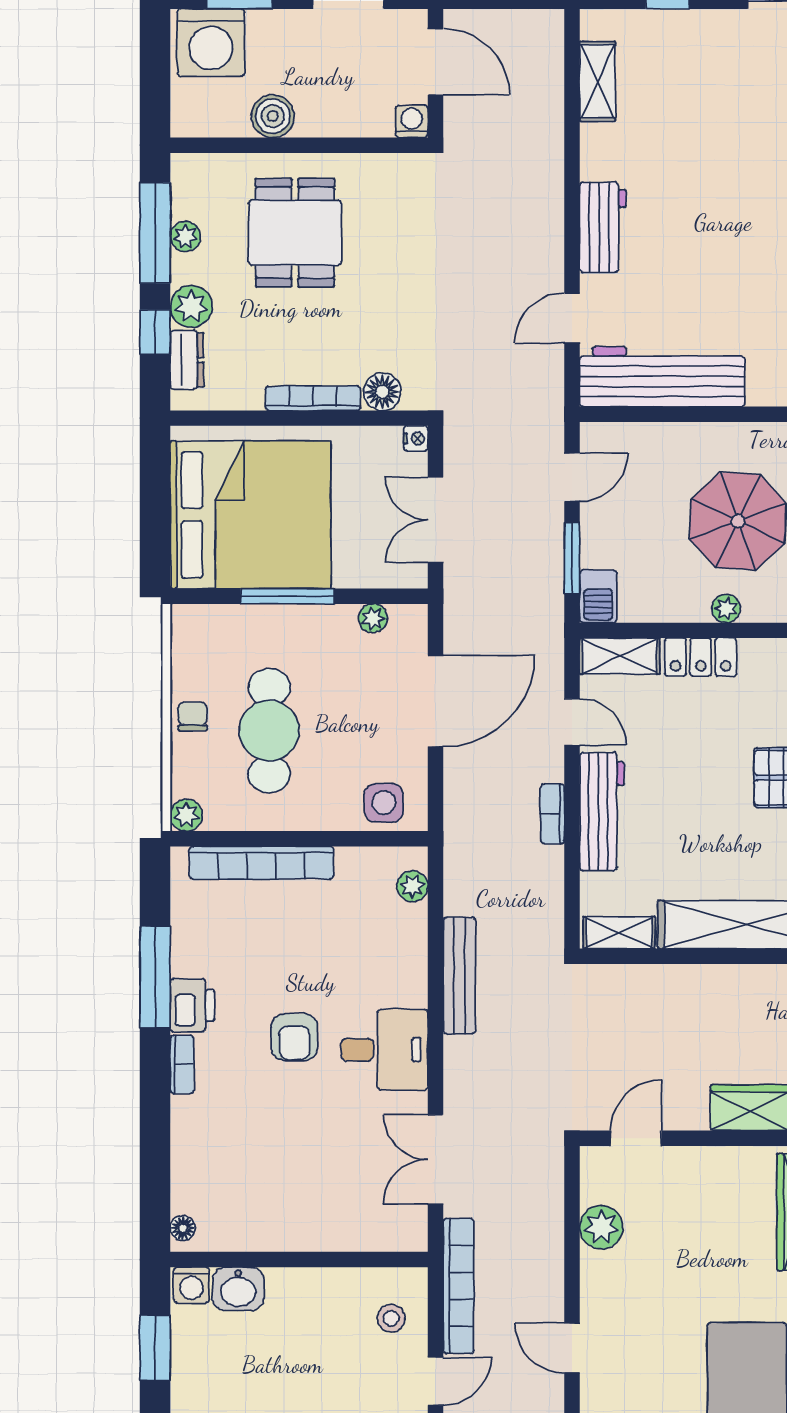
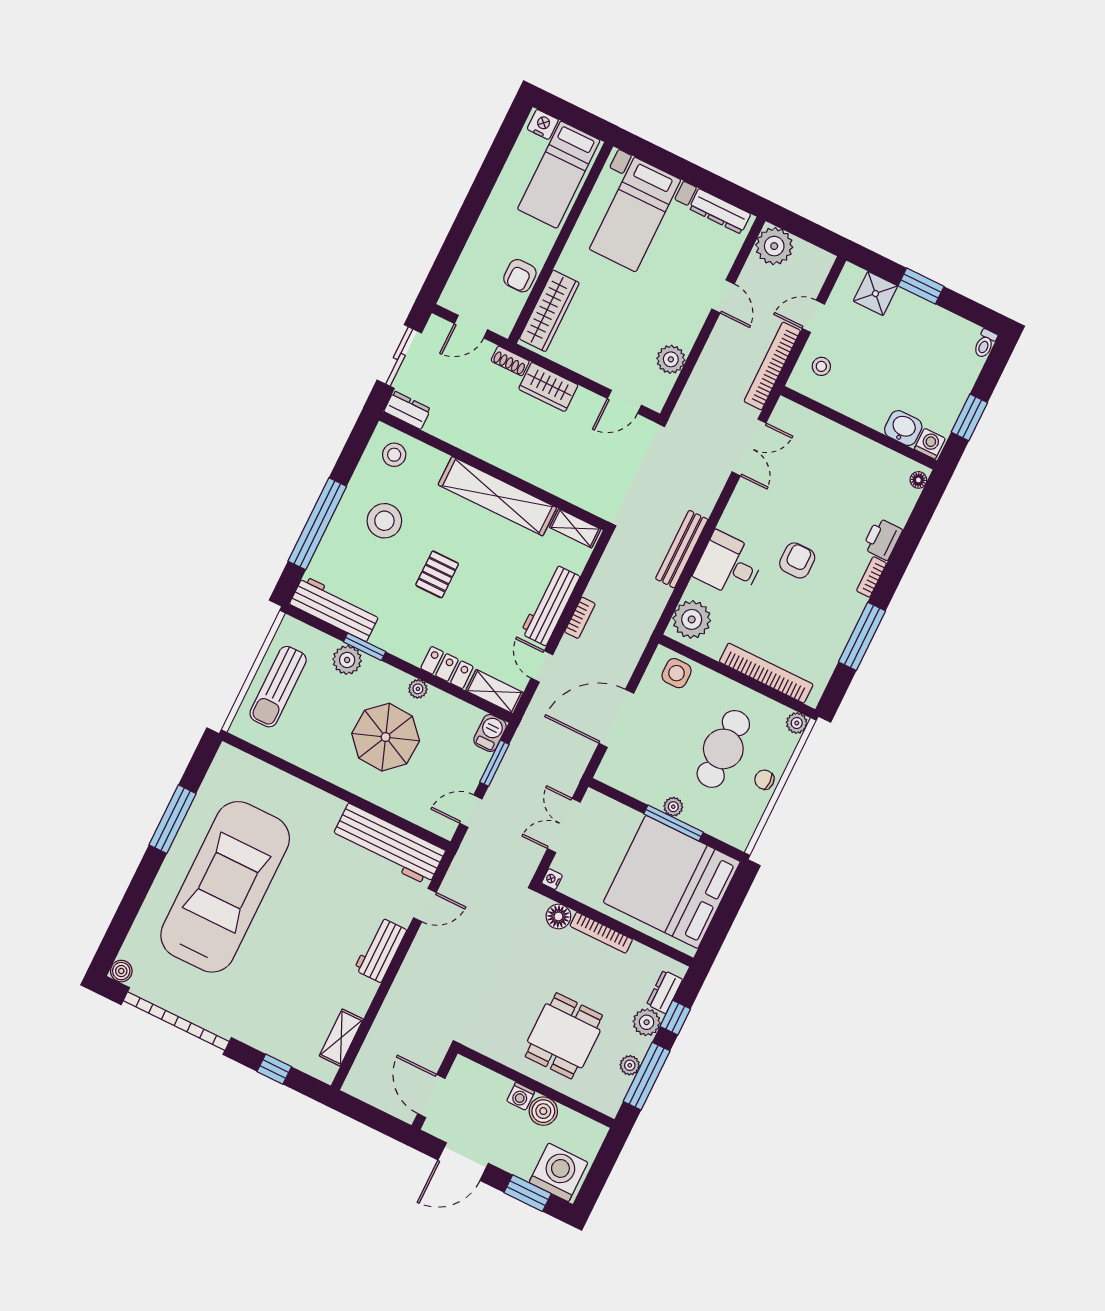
washing machine: (412, 121) -> (521, 1096), moved
double door: (436, 520) -> (564, 825), swing flipped
plant: (373, 618) -> (673, 807), moved
chair: (193, 716) -> (764, 780), turned 90
plant: (412, 886) -> (692, 619), width x1.88, depth x1.88
printer: (192, 1005) -> (882, 539), moved
desk: (384, 1050) -> (729, 565), moved

